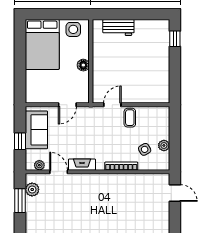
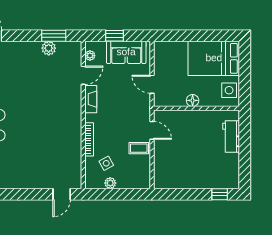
plant: (32, 189) -> (49, 48), moved

